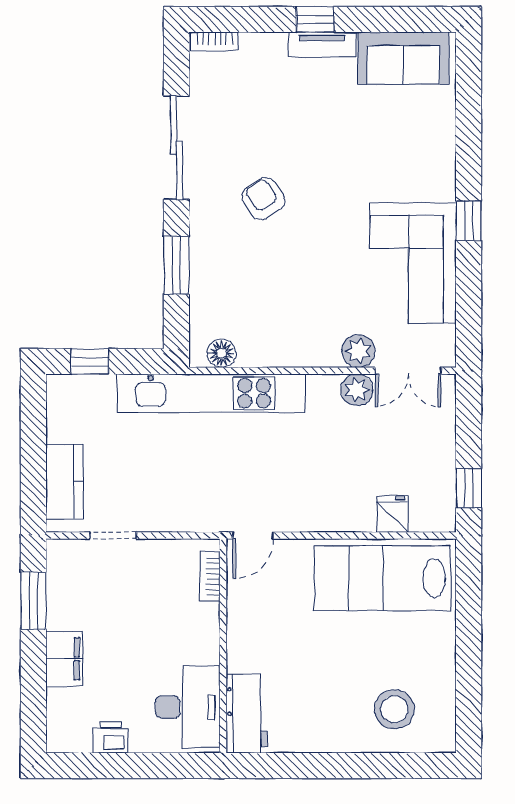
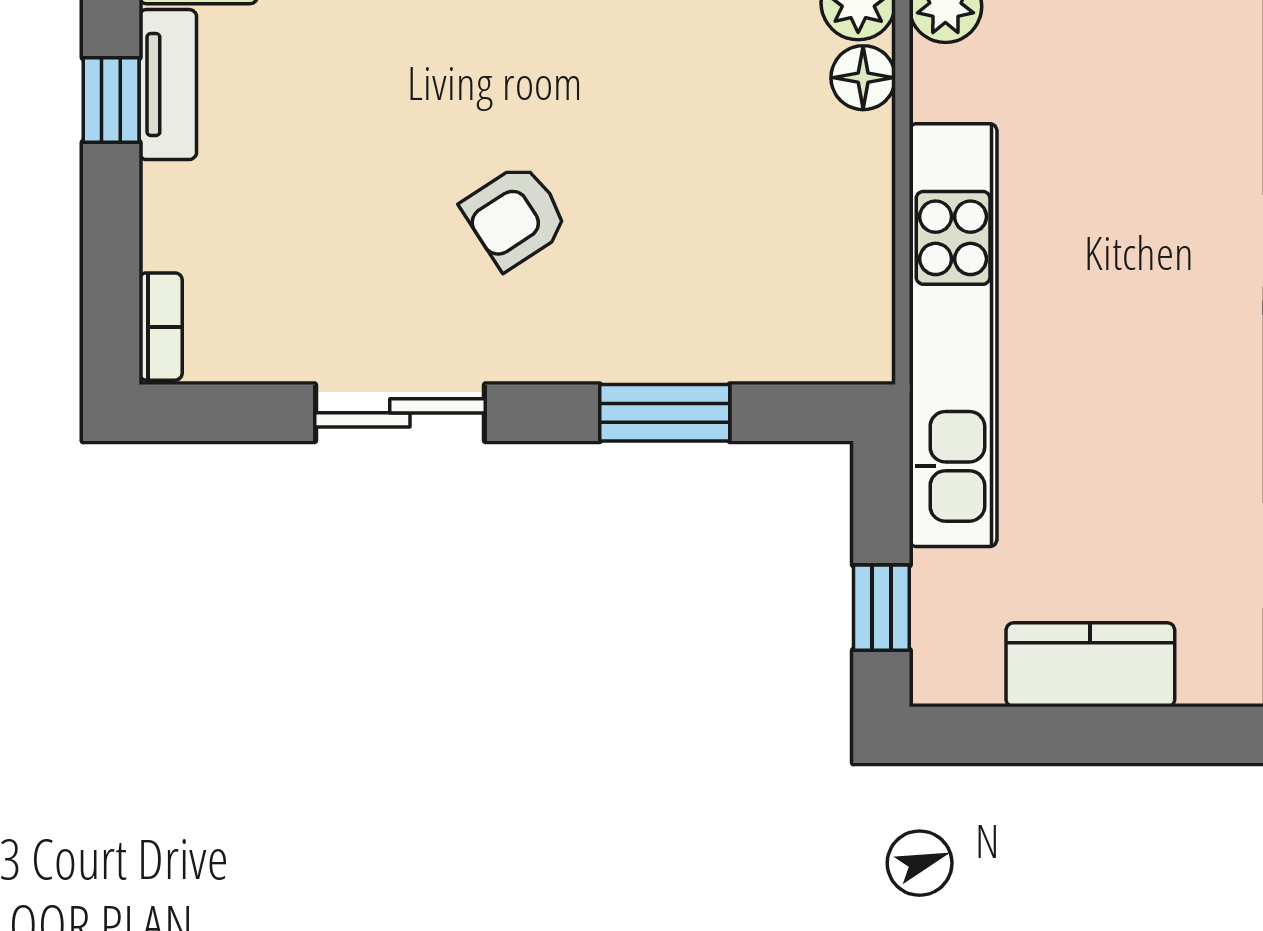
sliding door: (176, 148) -> (400, 413), width x0.73
floor lamp: (221, 353) -> (863, 78), moved
kitchen counter: (64, 481) -> (1090, 665), moved

